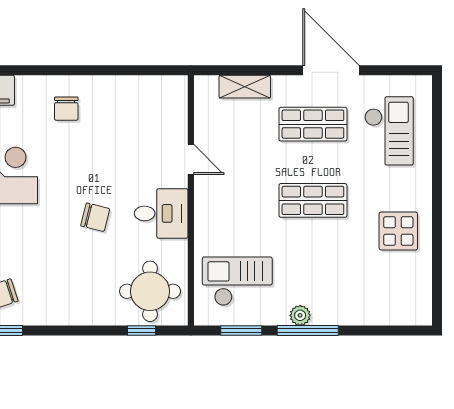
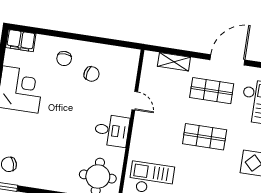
door: (331, 70) -> (227, 60), hinge flipped
chair: (95, 217) -> (92, 74), moved

